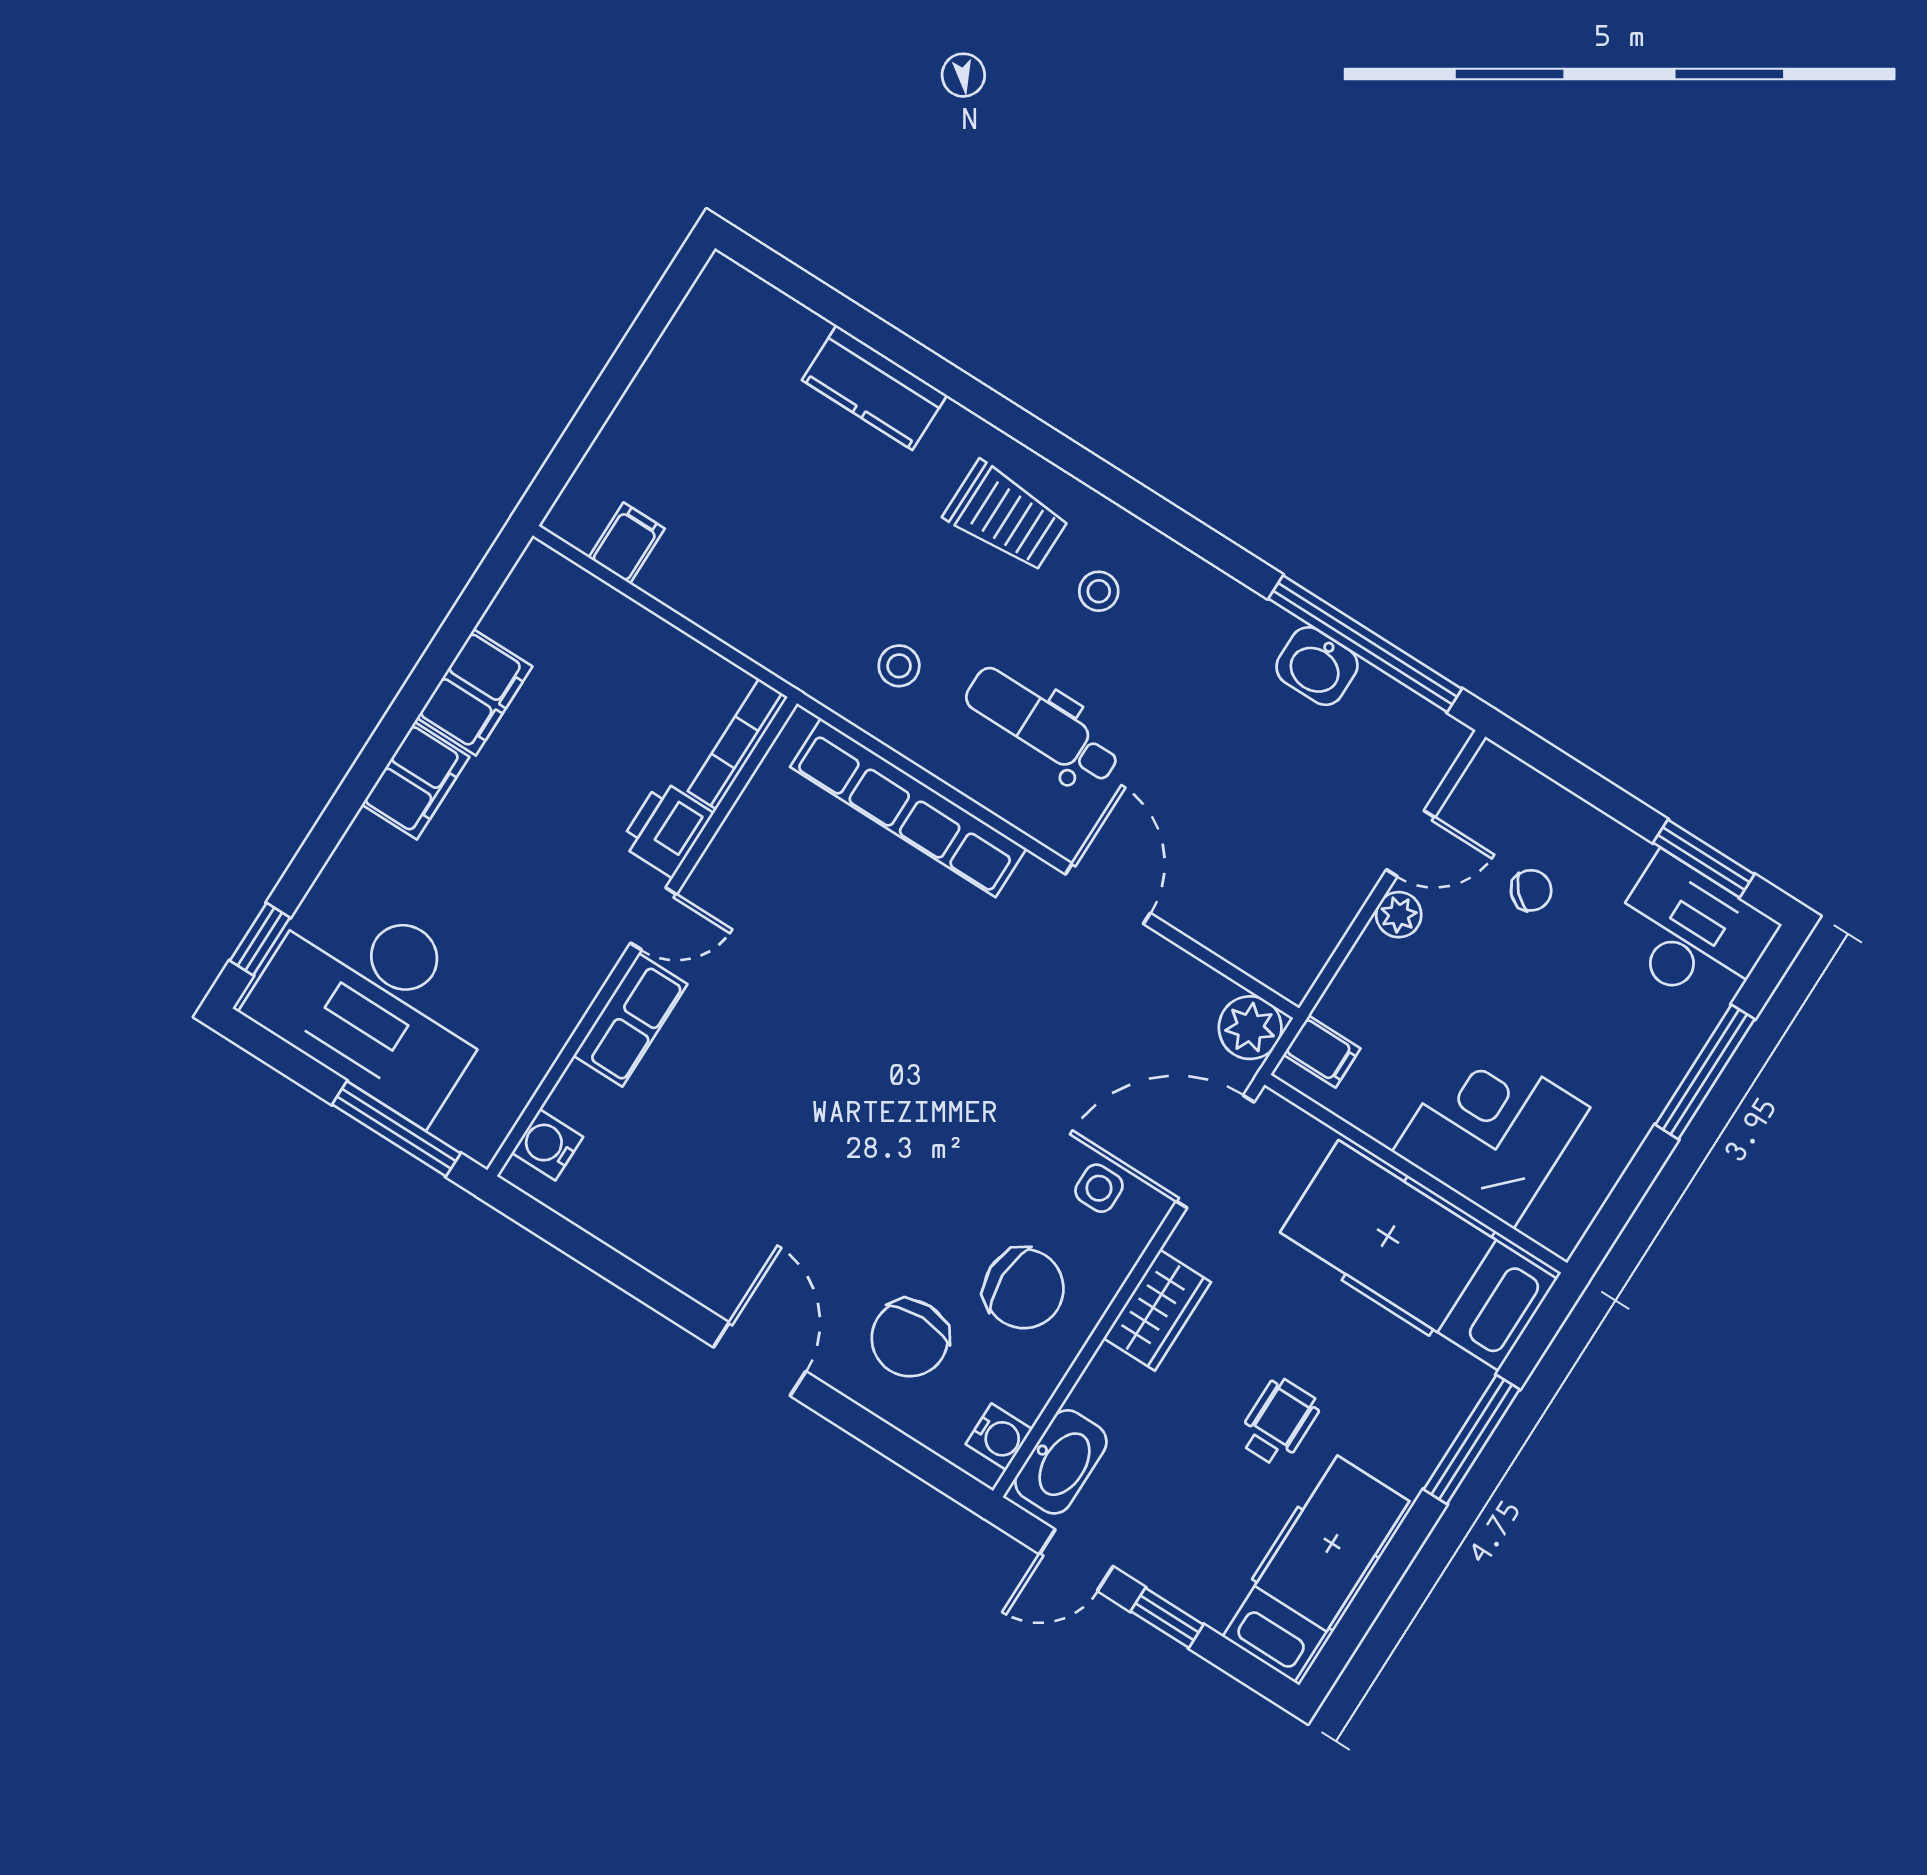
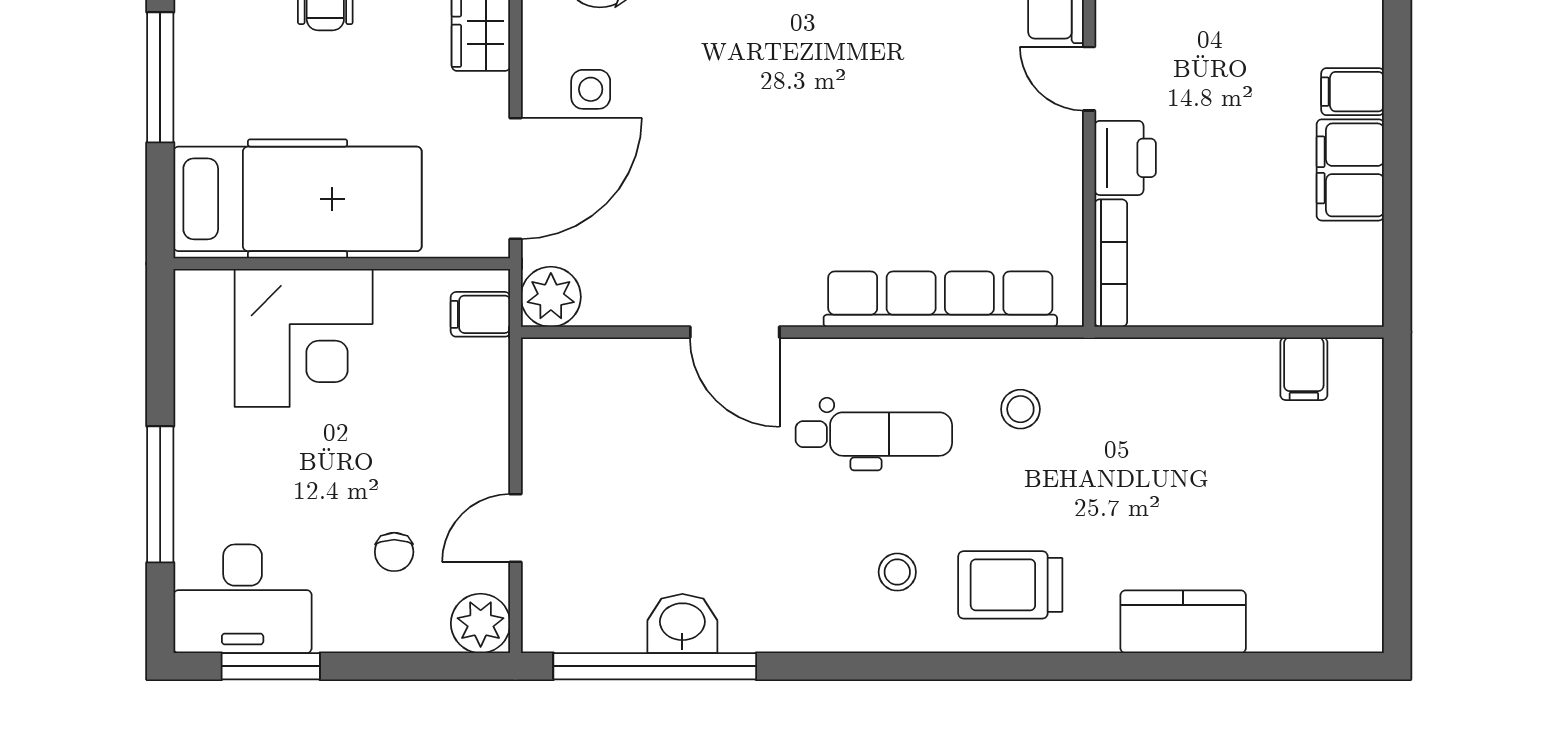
filing cabinet: (416, 781) -> (1353, 92), width x0.50
chair: (1531, 890) -> (394, 552), turned -45
plant: (1399, 915) -> (481, 623), moved, width x1.38, depth x1.38
door: (654, 919) -> (1089, 79), hinge flipped

